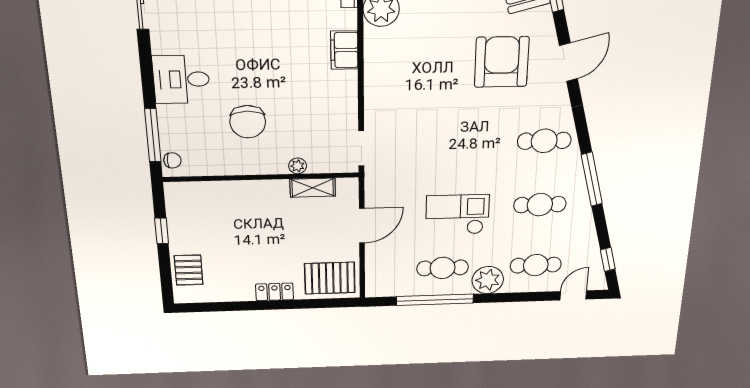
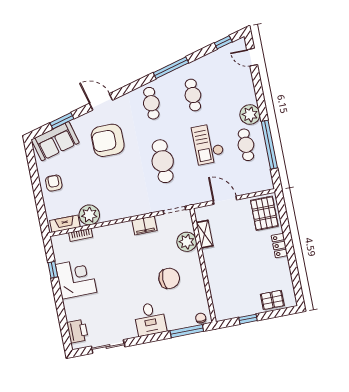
filing cabinet: (344, 50) -> (144, 225), moved
plant: (298, 166) -> (187, 242), width x1.88, depth x1.88
cafe table: (536, 265) -> (163, 161), moved, width x1.37, depth x1.35

